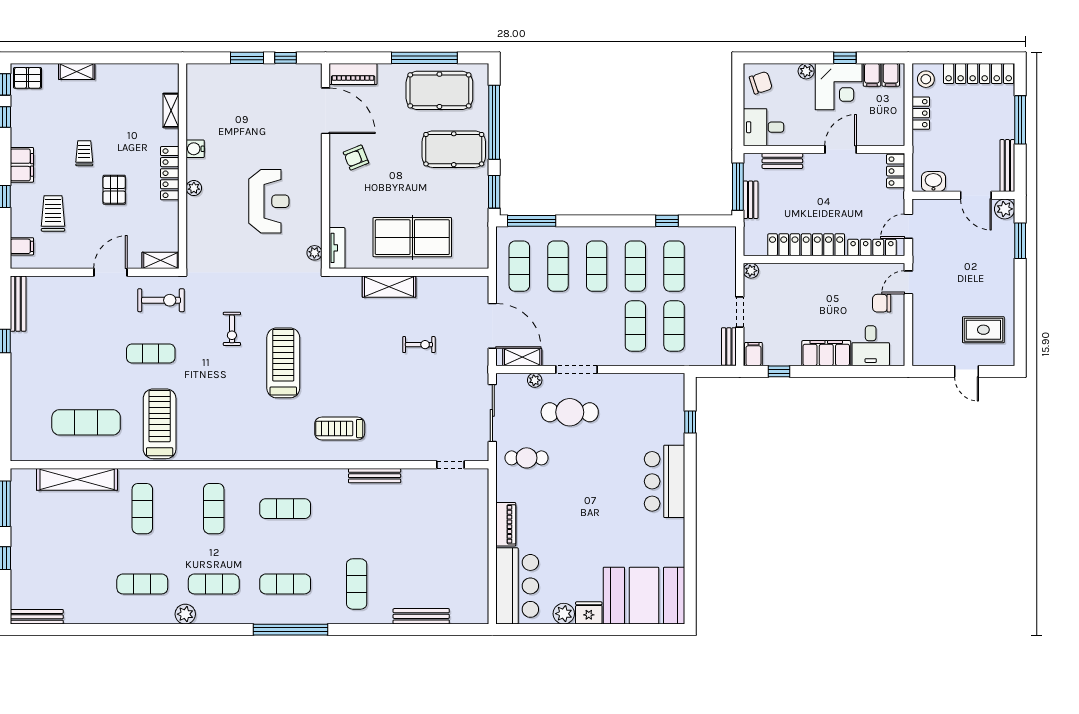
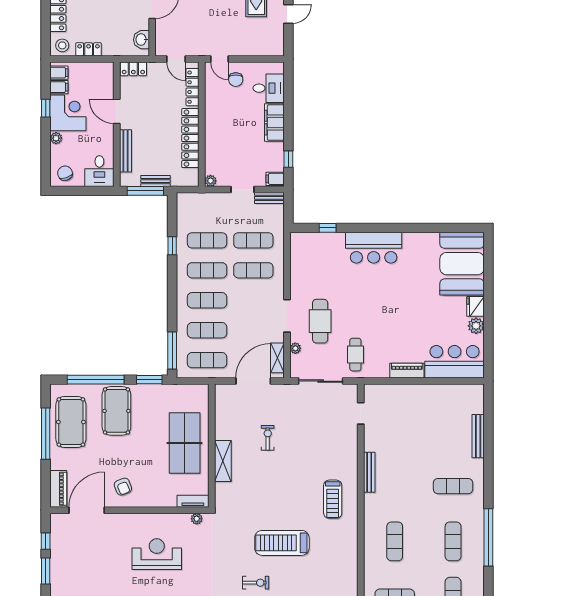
bench: (782, 161) -> (125, 151), width x1.36

